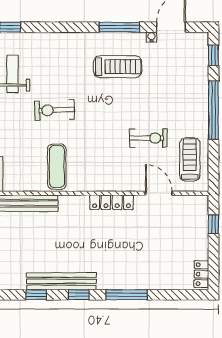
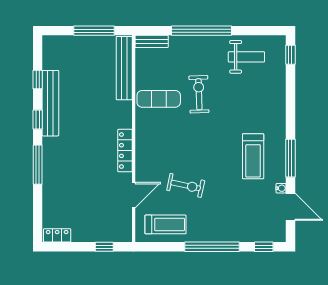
exercise bike: (55, 110) -> (199, 94), moved
exercise bike: (148, 138) -> (186, 185), turned -78

